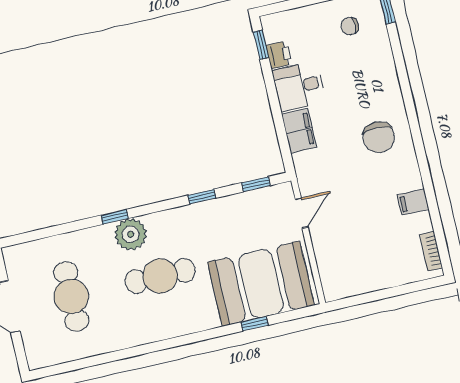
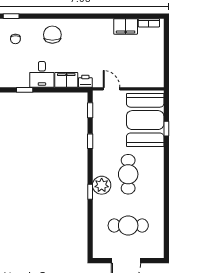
window: (261, 45) -> (25, 90), moved
printer: (279, 55) -> (85, 81), moved
chair: (379, 137) -> (52, 35), moved, turned -90
filing cabinet: (413, 202) -> (126, 26), width x2.00

